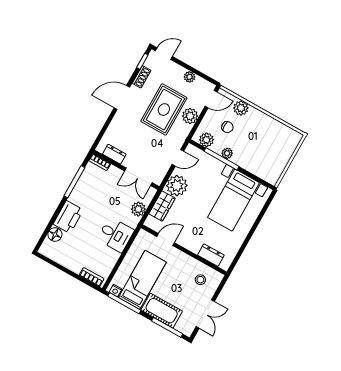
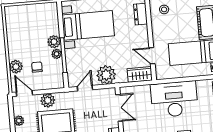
plant: (206, 140) -> (54, 42), moved
door: (178, 158) -> (85, 88), hinge flipped
wardrobe: (162, 206) -> (140, 74), moved
plant: (138, 209) -> (143, 91), removed
desk: (116, 235) -> (174, 99), width x1.87, depth x1.30

